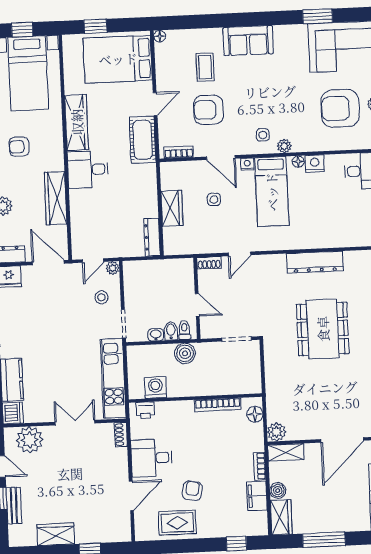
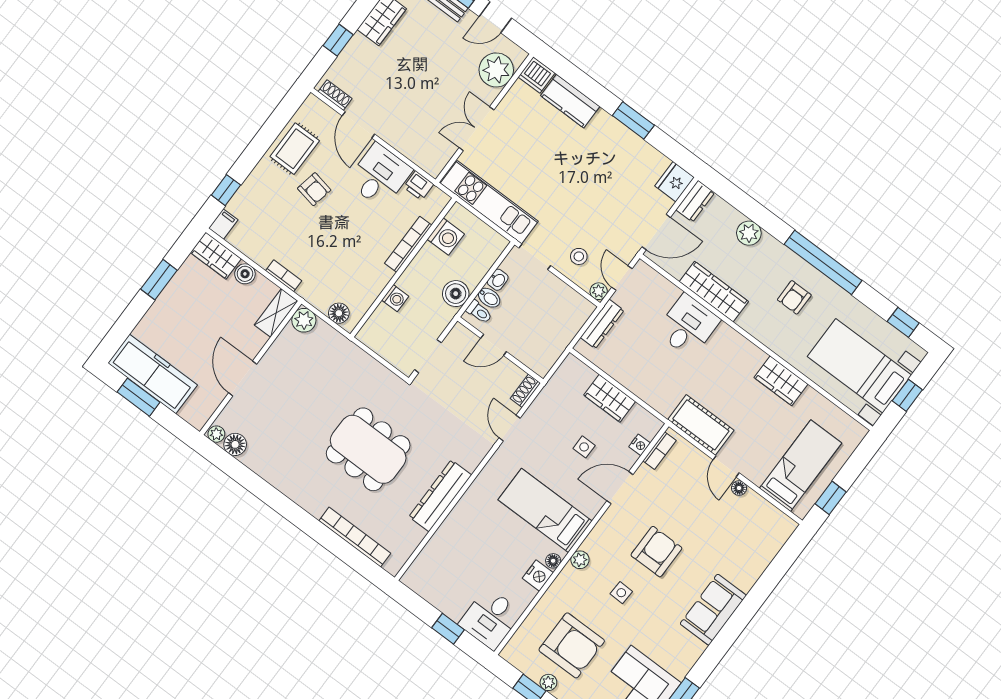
window: (95, 26) -> (831, 498), moved
floor lamp: (160, 36) -> (739, 488), moved
bed: (118, 59) -> (801, 466), width x0.67
coffee table: (205, 67) -> (722, 546), removed
armchair: (340, 108) -> (572, 645), turned 90
armchair: (208, 110) -> (656, 552), moved
wardrobe: (77, 122) -> (781, 381), width x0.67
side table: (263, 135) -> (621, 593), moved
armchair: (19, 147) -> (794, 297), turned 180
nightstand: (247, 164) -> (640, 445), moved
desk: (88, 170) -> (688, 326), moved
dresser: (152, 237) -> (602, 324), moved, turned 90
washing machine: (218, 388) -> (395, 298), added
bookcase: (218, 405) -> (408, 244), moved
printer: (145, 410) -> (418, 186), moved, turned -90
double door: (75, 423) -> (476, 129), swing flipped
shoe rack: (121, 435) -> (335, 95), moved
door: (342, 440) -> (243, 379), width x0.73
filing cabinet: (257, 496) -> (223, 224), moved, width x0.50
window: (324, 540) -> (159, 280), width x0.69

